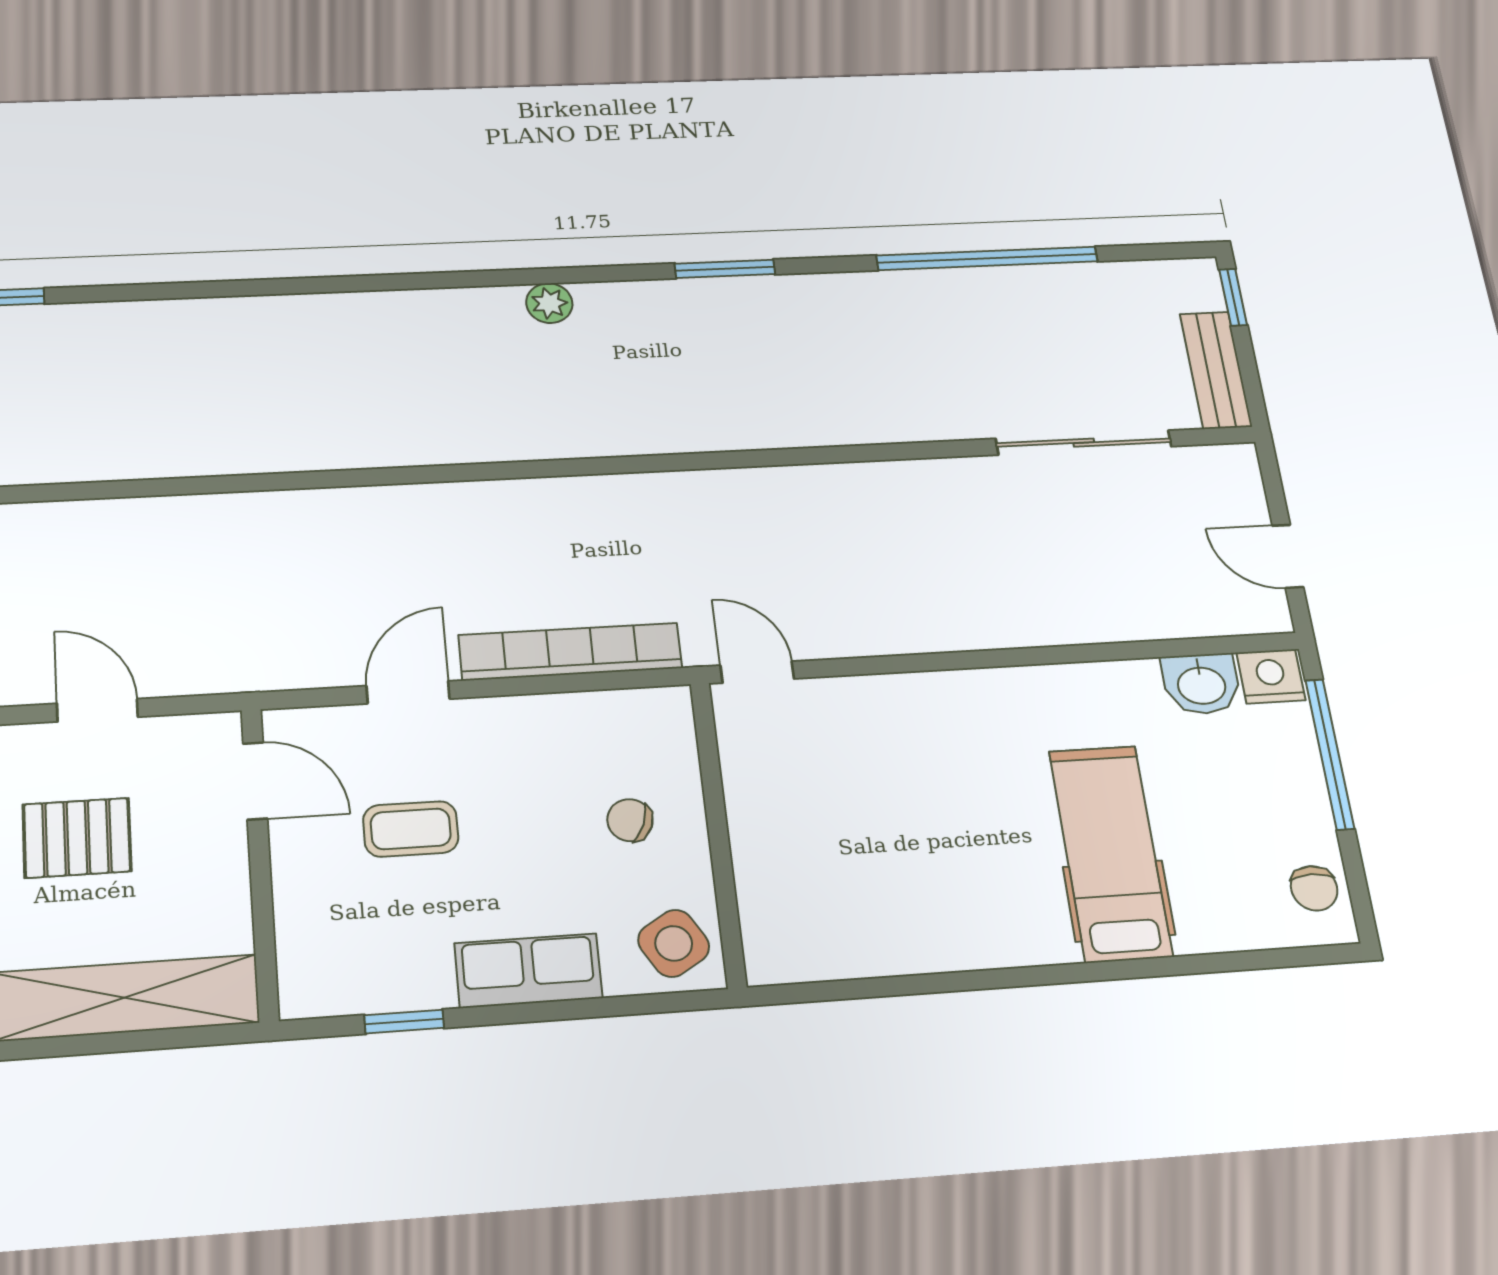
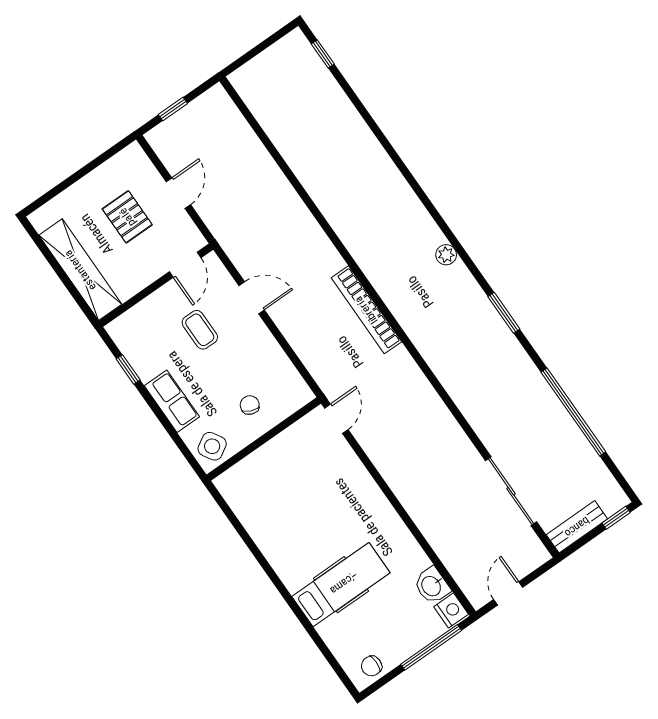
bookcase: (570, 652) -> (366, 310), moved, turned 180

